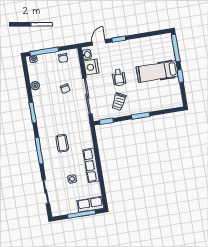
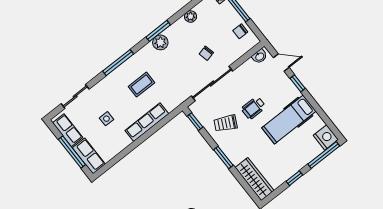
nightstand: (91, 67) -> (326, 137), moved, turned 90
hospital bed: (157, 72) -> (289, 120), moved, turned -90
wardrobe: (166, 103) -> (254, 179), added
plant: (41, 115) -> (160, 42), added
row of seats: (91, 165) -> (147, 122), moved
row of seats: (65, 209) -> (68, 130), added

